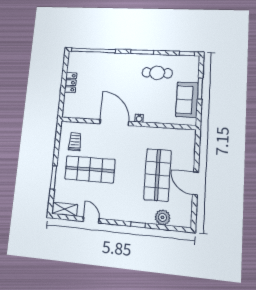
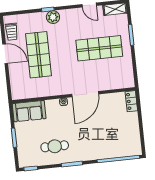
locker: (71, 83) -> (131, 101), moved
sofa: (187, 100) -> (29, 111), moved, turned 90
door: (114, 123) -> (85, 94), hinge flipped
trolley: (75, 141) -> (12, 32), moved
plant: (163, 217) -> (53, 17), moved

